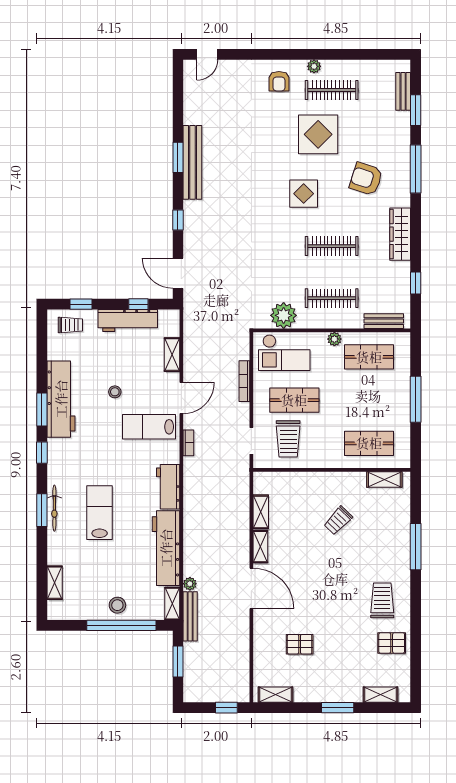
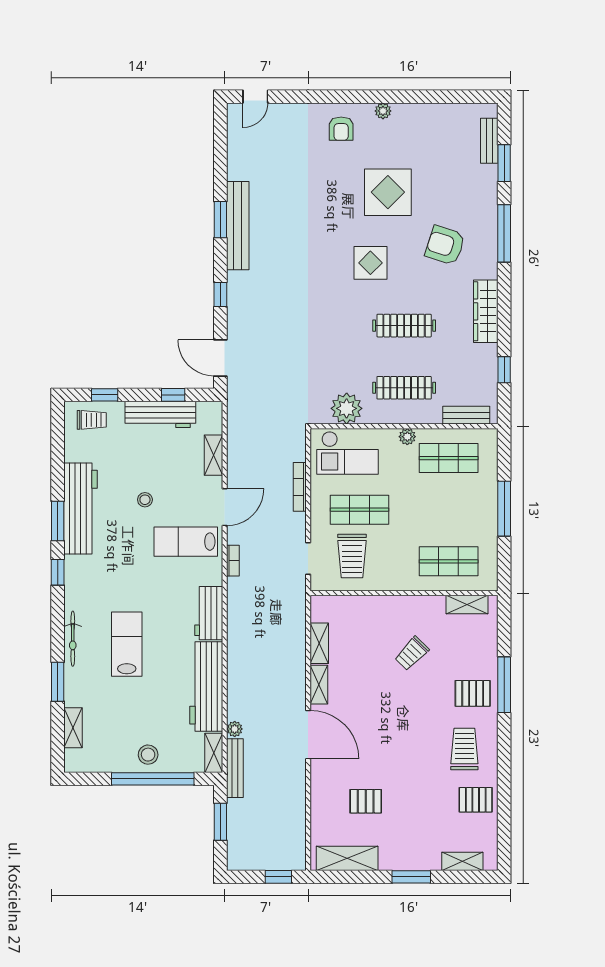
clothes rail: (332, 90) -> (404, 139), removed
window: (42, 510) -> (58, 682), moved
pallet: (389, 554) -> (473, 693), added
shelving: (276, 695) -> (347, 858), width x1.50, depth x1.33

